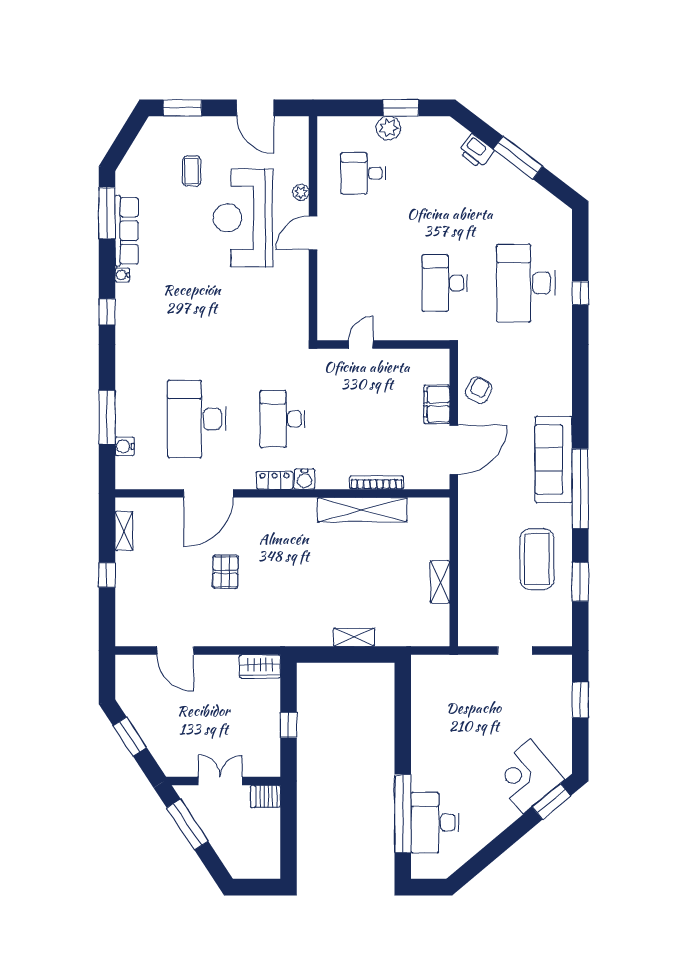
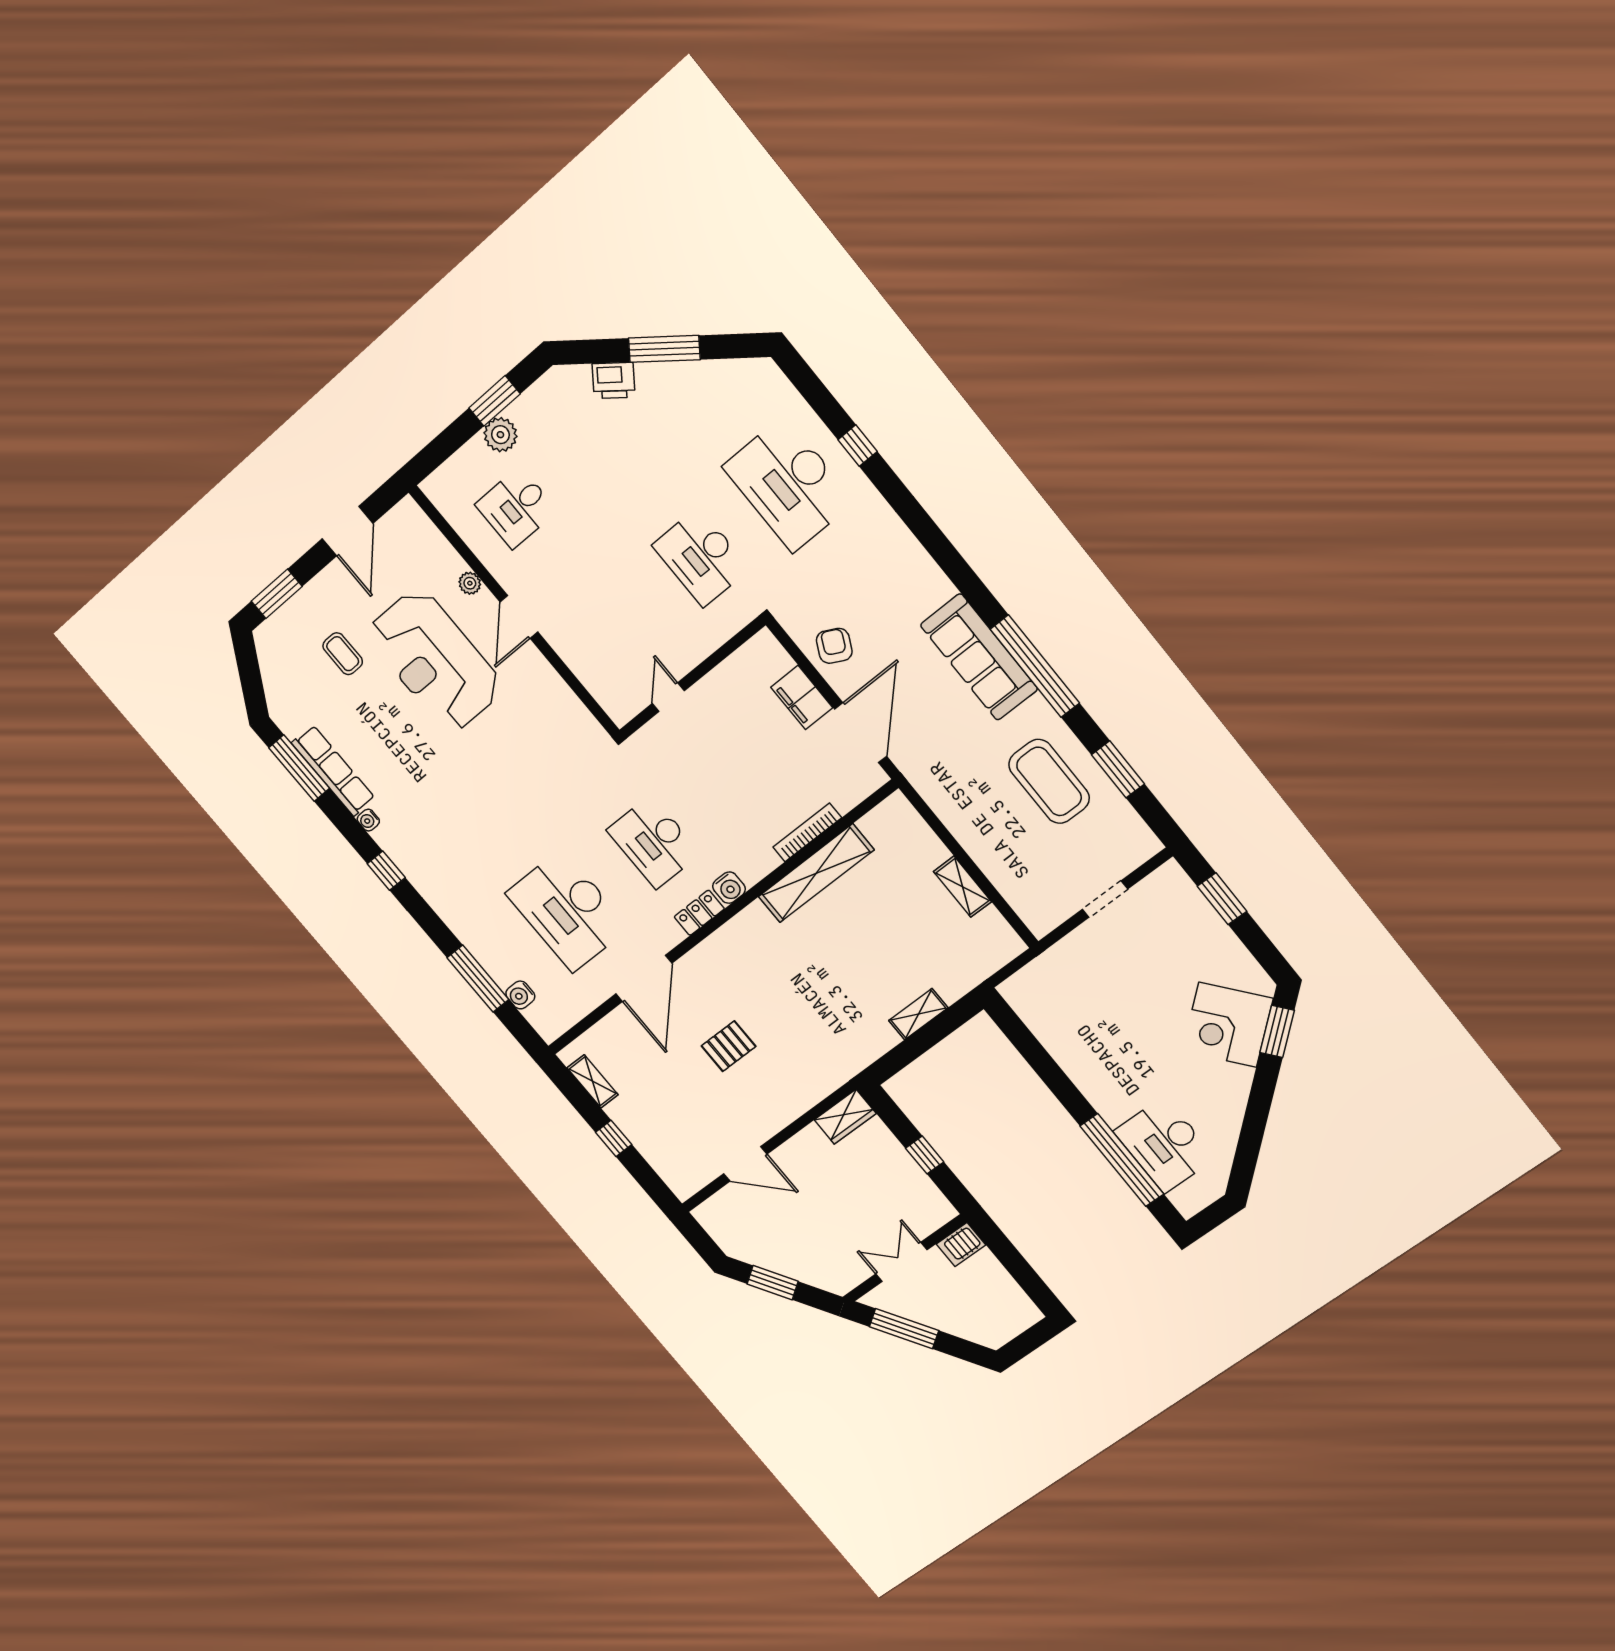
door: (255, 108) -> (348, 531), hinge flipped
pallet: (225, 572) -> (729, 1046), turned 90

